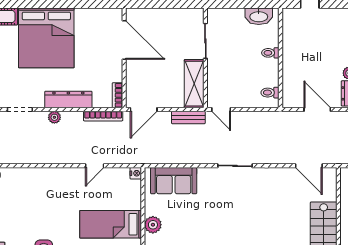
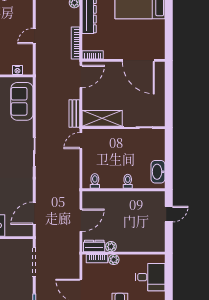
door: (124, 40) -> (138, 60), hinge flipped
door: (144, 110) -> (81, 76), swing flipped
door: (95, 166) -> (34, 36), hinge flipped
nightstand: (136, 173) -> (17, 70), moved

